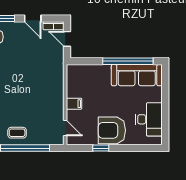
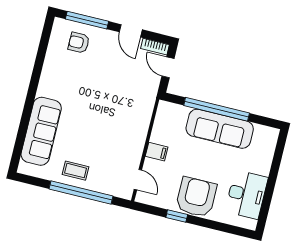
window: (128, 61) -> (217, 109), moved
sofa: (137, 75) -> (220, 129), moved
armchair: (112, 130) -> (196, 197), turned 90

